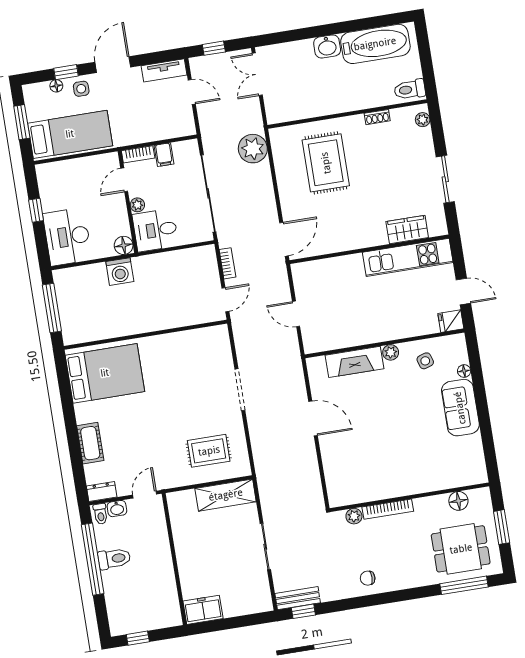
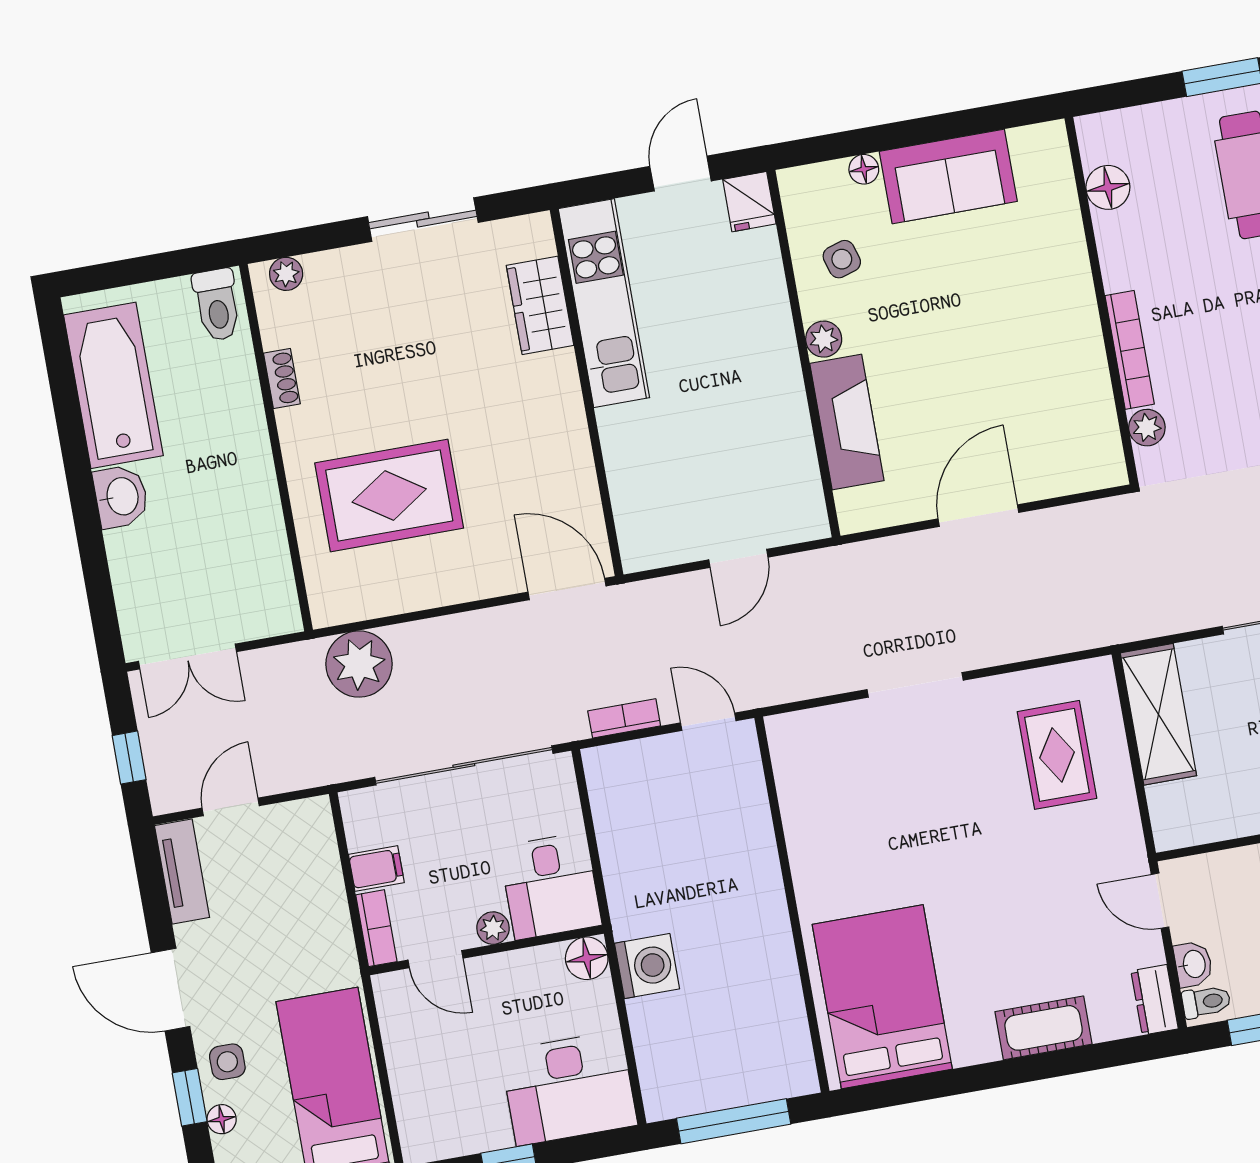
wall: (409, 497) -> (1101, 301), moved
floor lamp: (458, 501) -> (1108, 187), moved
bookcase: (388, 509) -> (1130, 350), moved
plant: (354, 516) -> (1147, 428), moved

